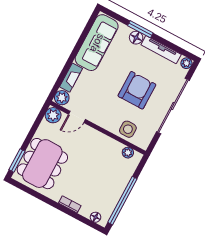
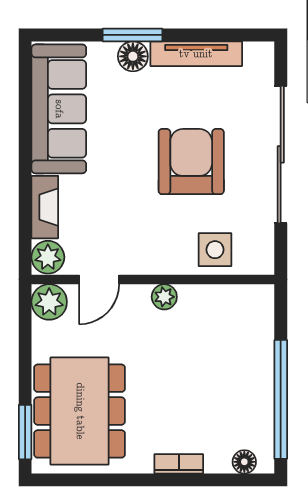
plant: (186, 63) -> (262, 54), removed
plant: (128, 153) -> (164, 297), moved

